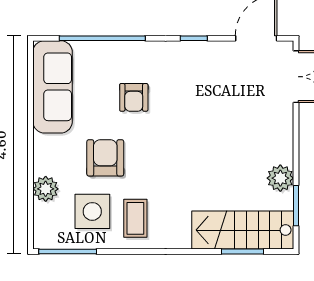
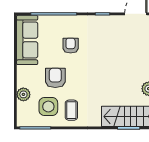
armchair: (134, 97) -> (71, 46), turned 180

